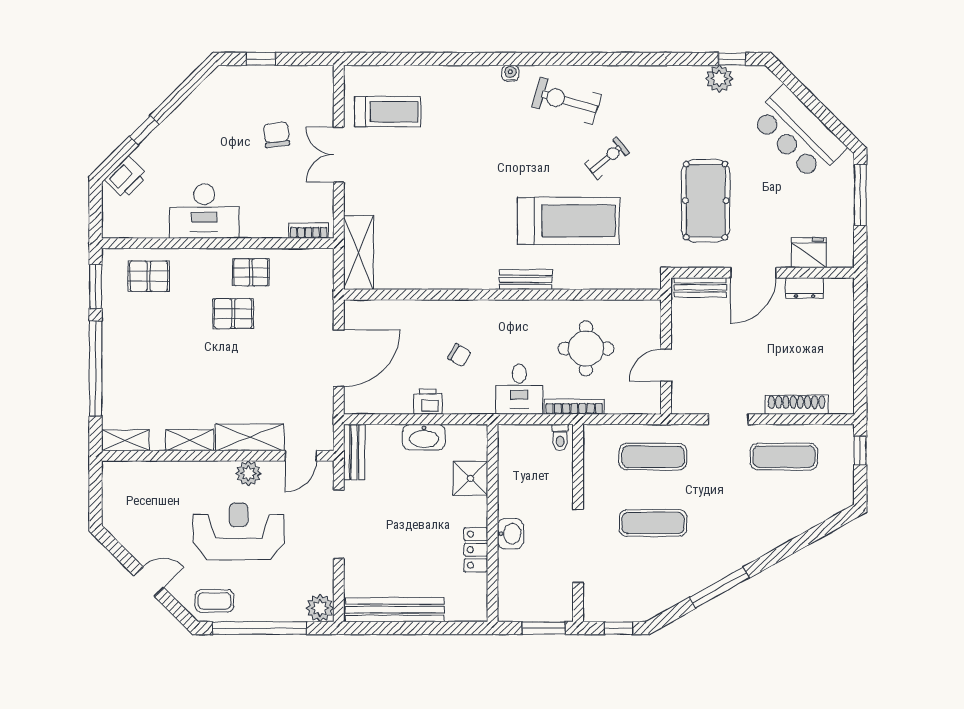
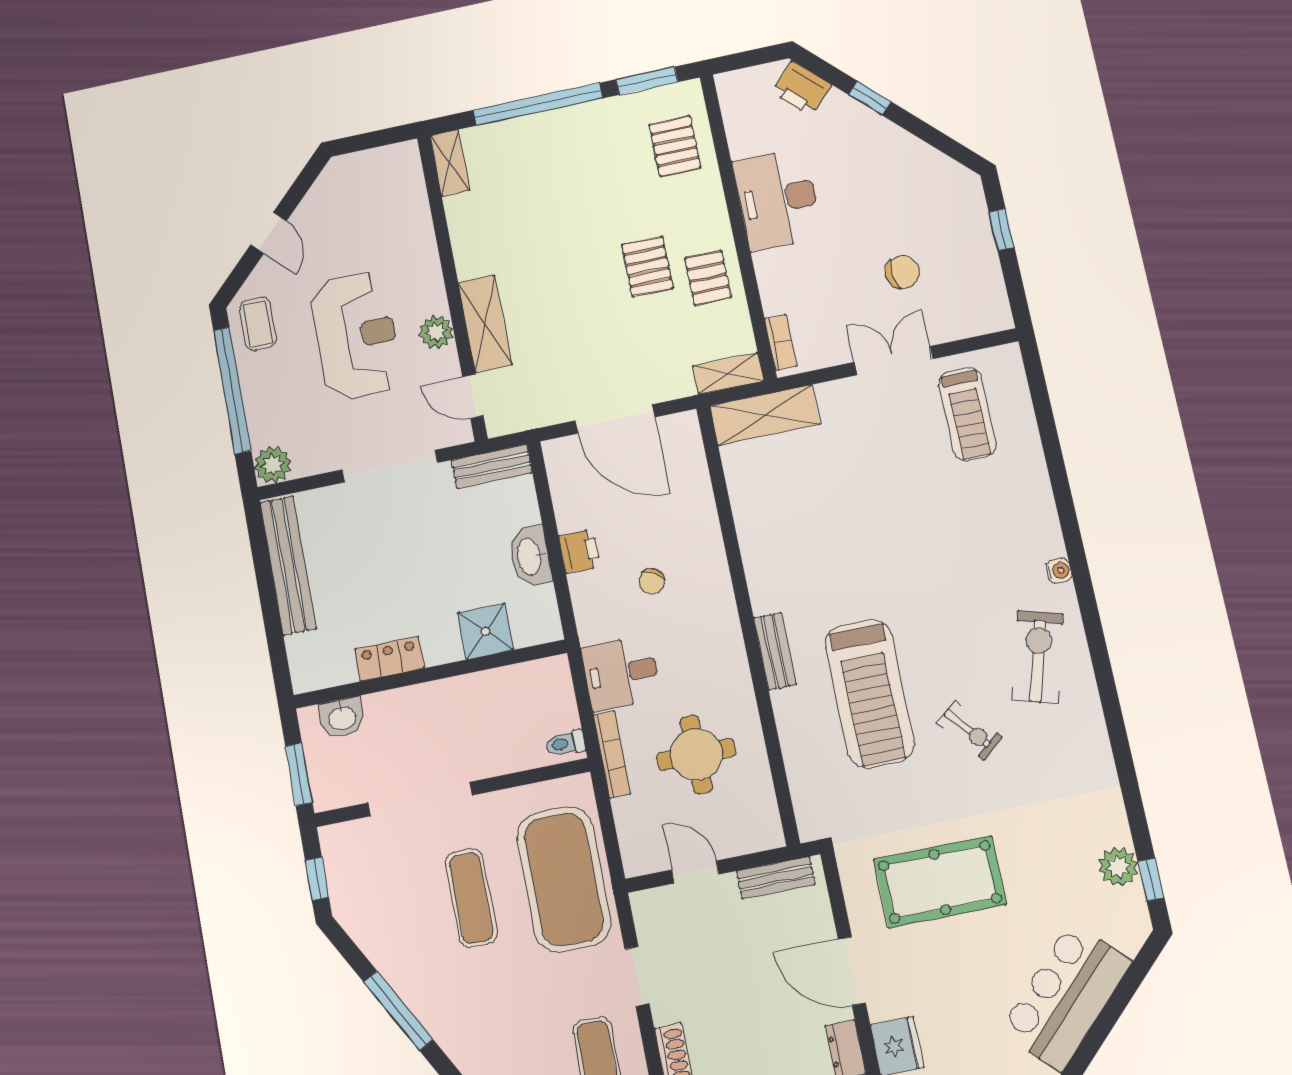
bench: (700, 287) -> (776, 878), moved, turned 90
shelving: (190, 440) -> (728, 373), moved, turned 90
exercise mat: (653, 457) -> (564, 879), width x2.00, depth x1.45
washbasin: (510, 534) -> (342, 718), moved

